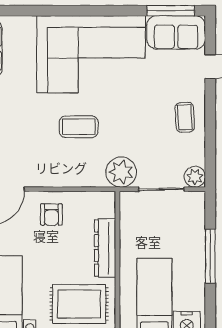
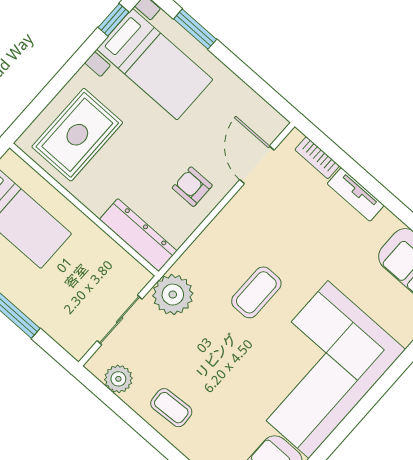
plant: (195, 177) -> (118, 379), moved
dresser: (105, 248) -> (138, 235), moved

